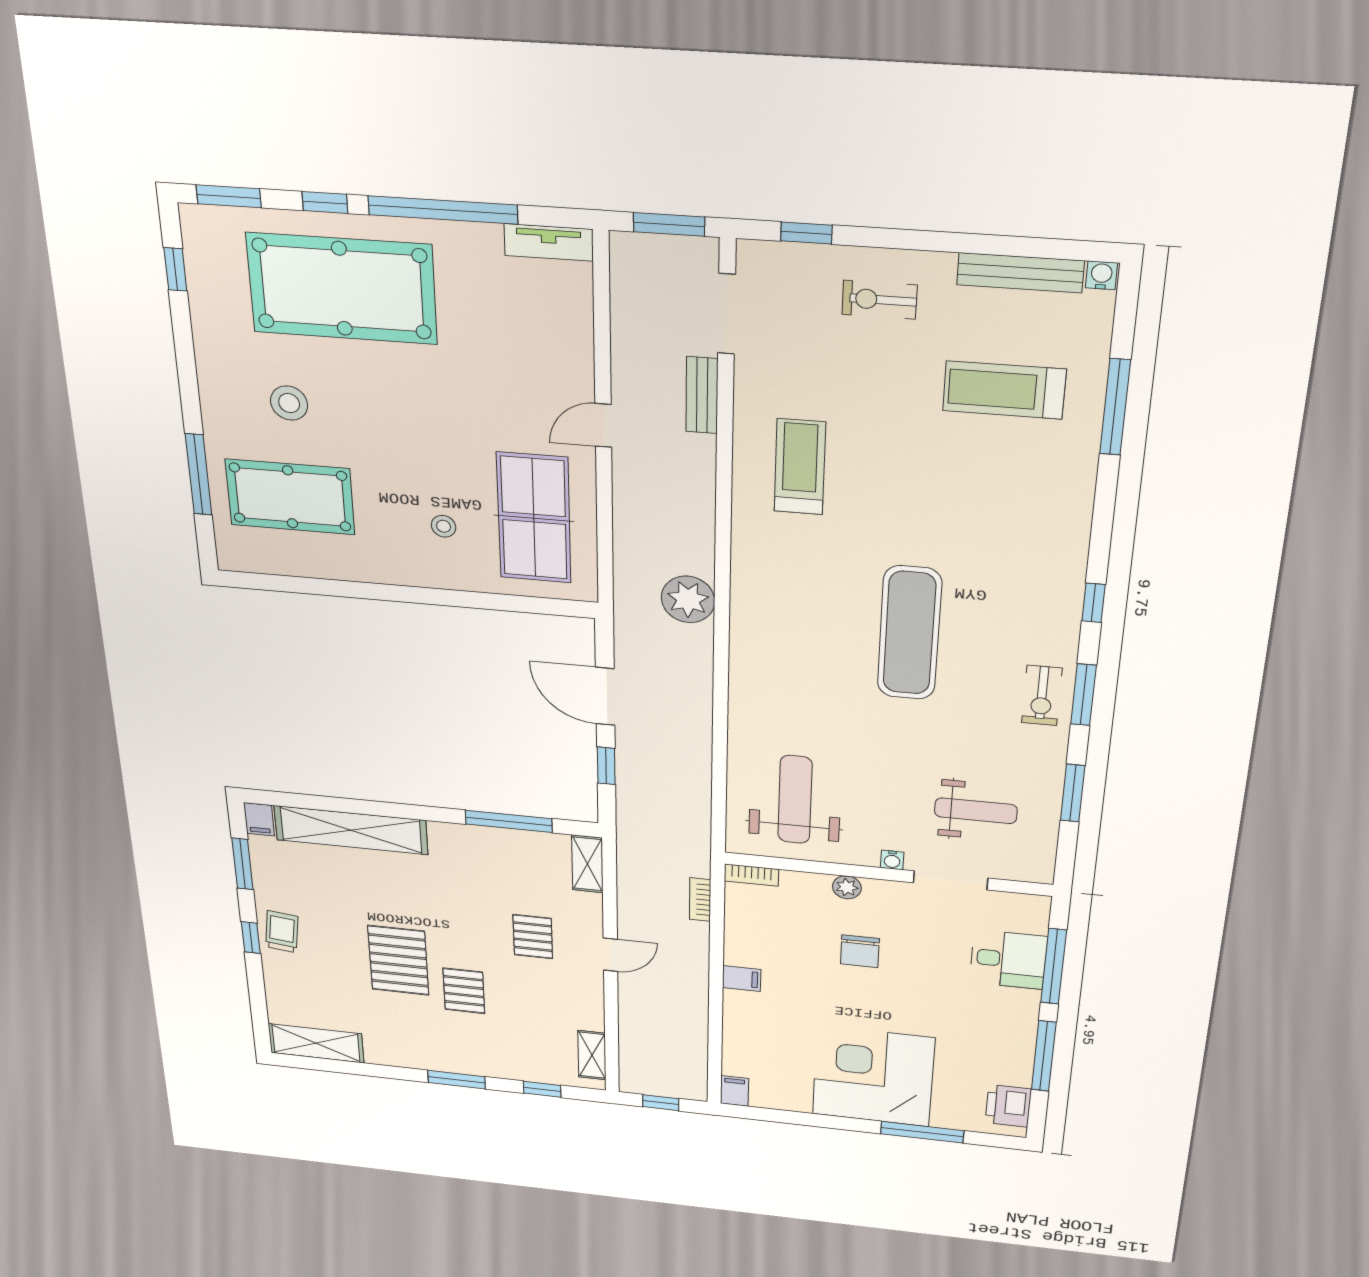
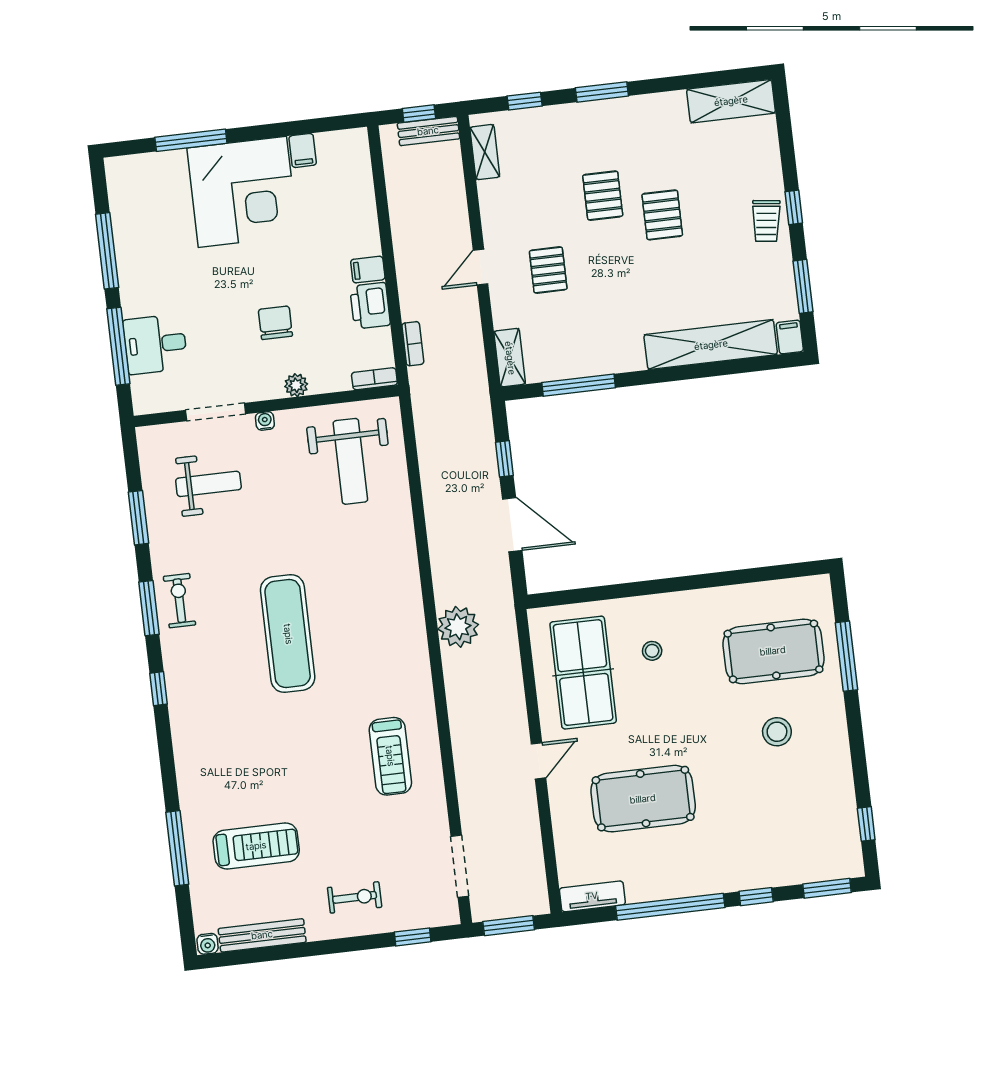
pool table: (342, 289) -> (643, 799), moved, width x0.73, depth x0.76
bench: (702, 395) -> (428, 131), moved, turned 90
weight bench: (976, 811) -> (208, 484), turned 180
pallet: (398, 960) -> (662, 215), width x0.67, depth x0.71
filing cabinet: (734, 1091) -> (303, 150), moved
printer: (1008, 1106) -> (370, 306), moved, turned 180

